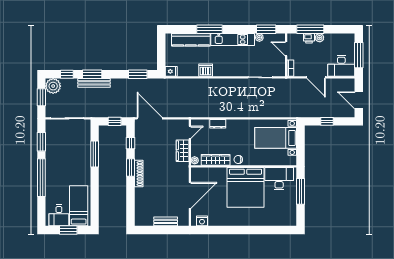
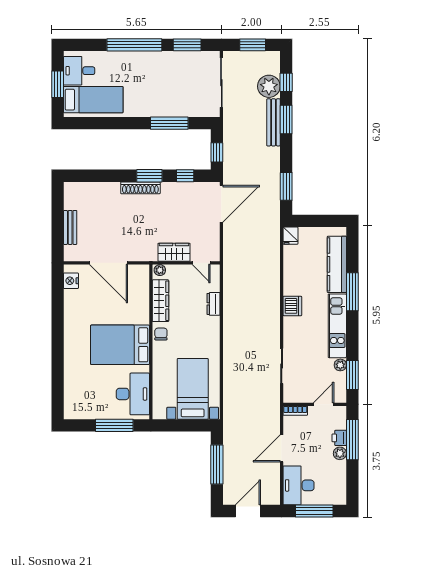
dishwasher: (206, 70) -> (292, 306), moved
plant: (53, 86) -> (269, 86), moved
window: (327, 121) -> (217, 464), width x2.17
bed: (246, 187) -> (120, 345), width x0.73

